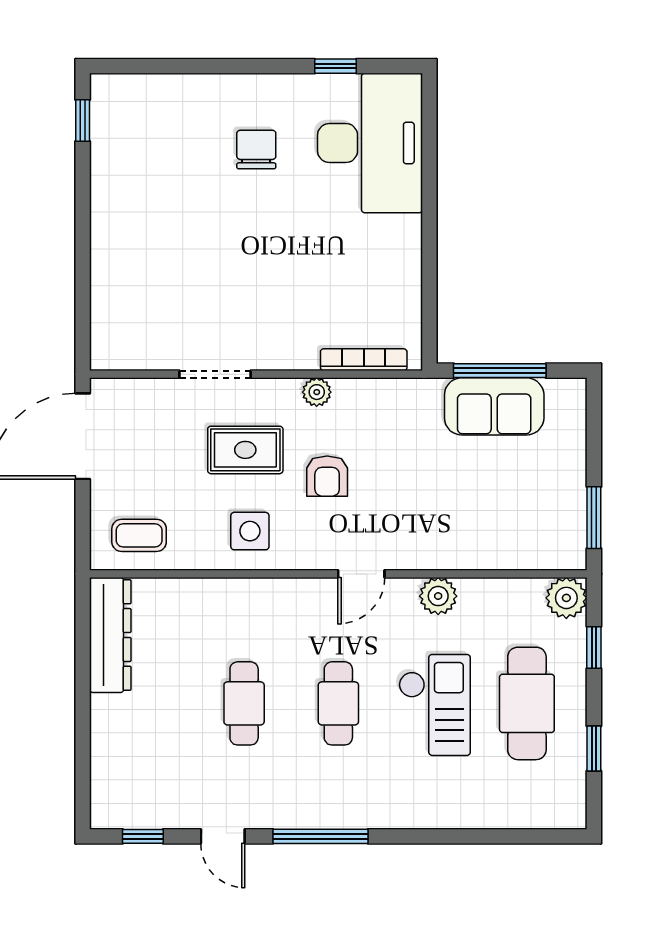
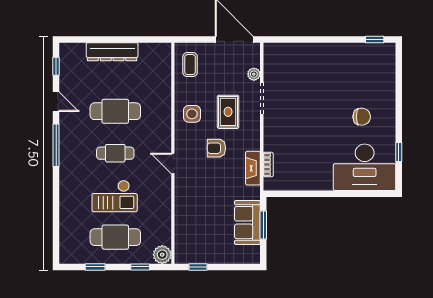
bookcase: (364, 360) -> (268, 164), width x0.64
window: (500, 371) -> (263, 225), width x0.69
plant: (317, 392) -> (254, 74), moved
fireplace: (372, 394) -> (253, 168), added
window: (594, 518) -> (198, 267), width x0.67
plant: (438, 596) -> (163, 198), removed
dresser: (110, 635) -> (112, 52), moved
cafe table: (244, 703) -> (115, 111), width x1.37, depth x1.35
door: (223, 836) -> (56, 102), swing flipped

